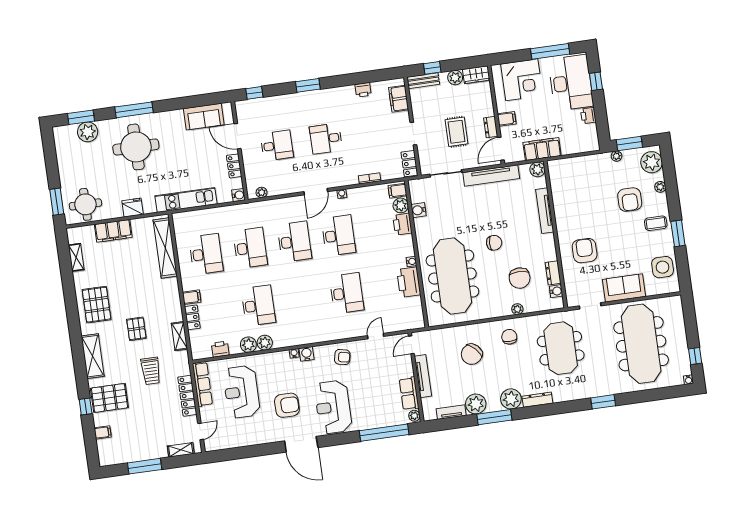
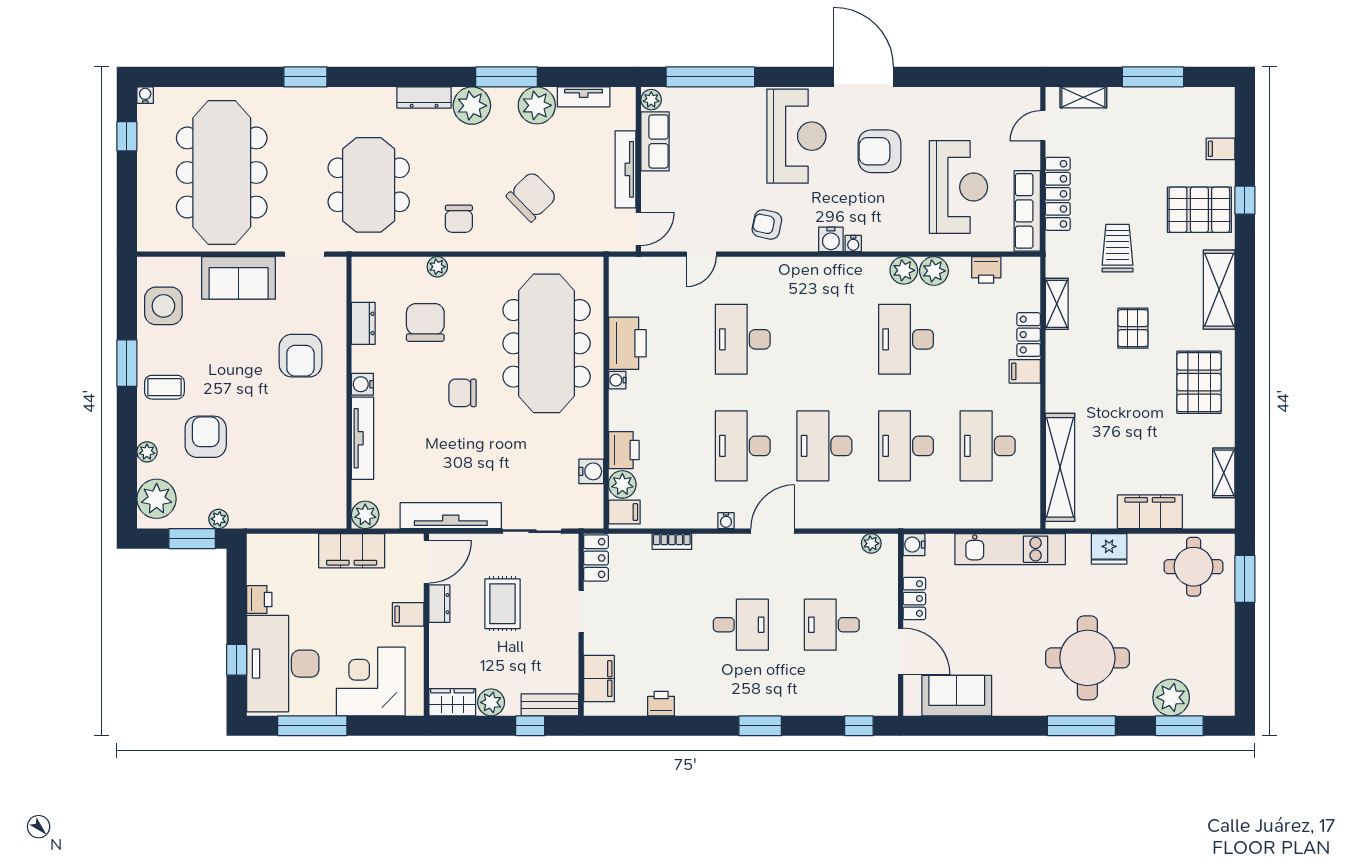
water cooler: (556, 291) -> (362, 384), moved

